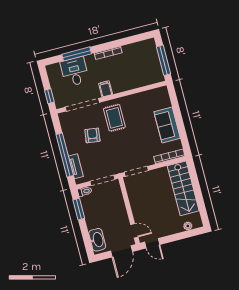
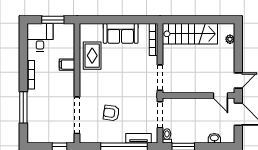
window: (163, 60) -> (53, 20), width x0.69
desk: (75, 72) -> (40, 37), moved, turned 90
filing cabinet: (106, 89) -> (67, 65), moved
rug: (114, 118) -> (92, 56), moved, turned 90
door: (134, 231) -> (221, 95), swing flipped
washbasin: (97, 240) -> (214, 138), width x0.52, depth x0.69

